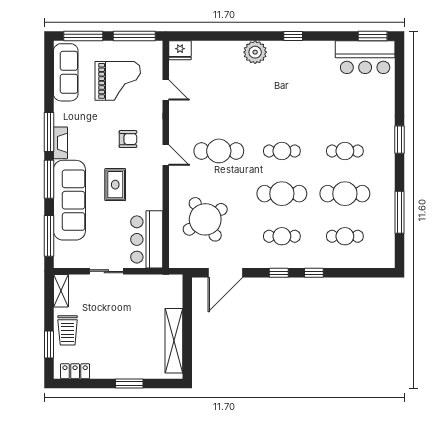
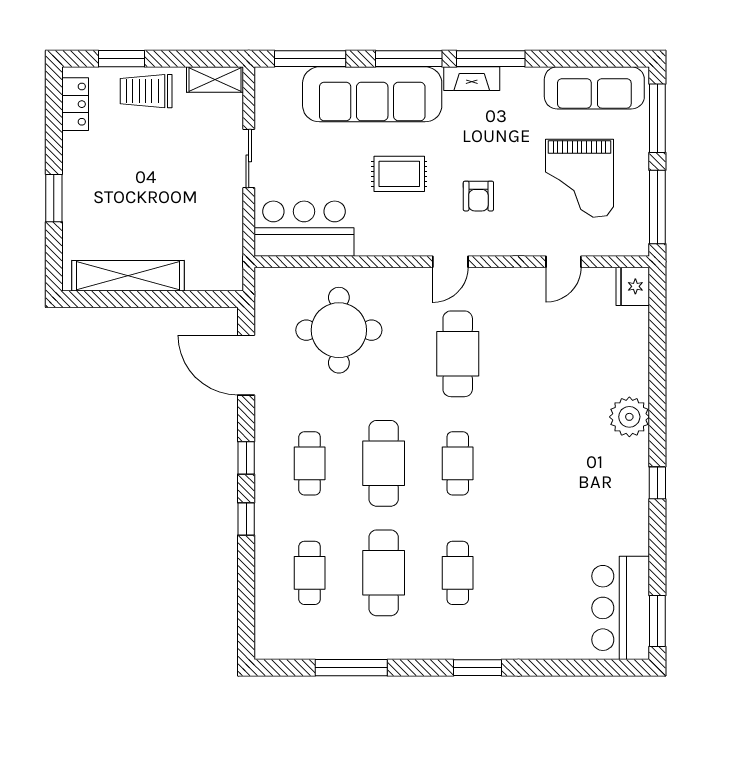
round table: (205, 219) -> (339, 330), turned 32

